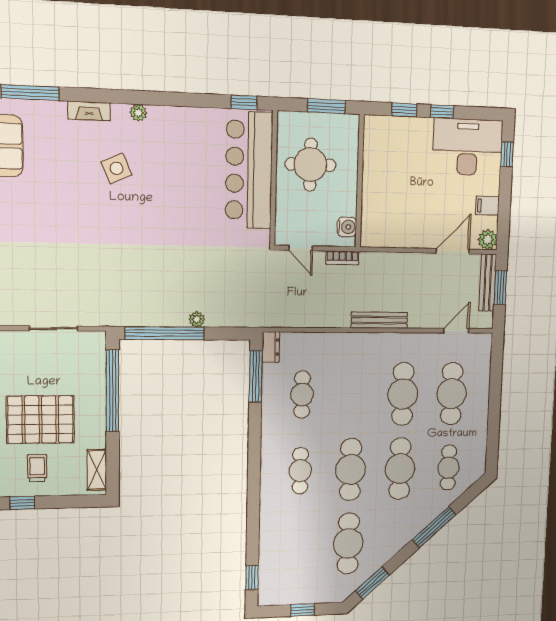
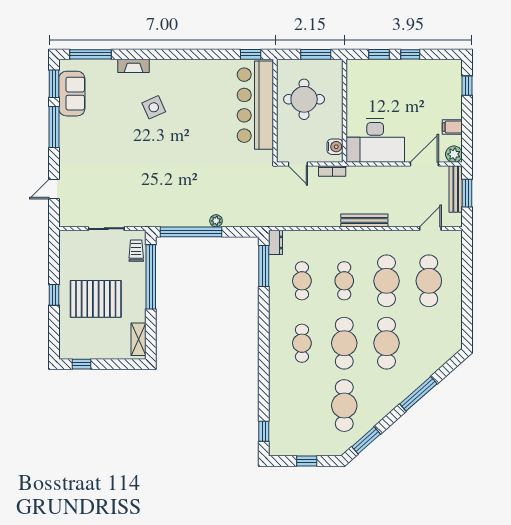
plant: (138, 113) -> (170, 66), removed
desk: (468, 147) -> (375, 141), moved, turned 180
trolley: (37, 468) -> (136, 251), moved
cafe table: (448, 468) -> (344, 281), moved

